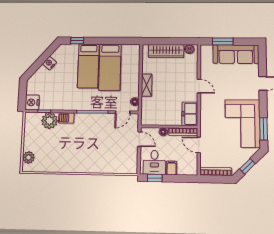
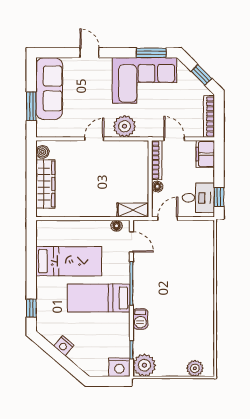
bed: (88, 66) -> (99, 298), moved, turned 180
shelving: (147, 85) -> (133, 210), moved
plant: (208, 108) -> (124, 126), added
freezer: (190, 114) -> (132, 151), removed
plant: (50, 121) -> (144, 365), moved
door: (199, 145) -> (174, 139), swing flipped
filing cabinet: (172, 168) -> (205, 154), moved, width x2.00

